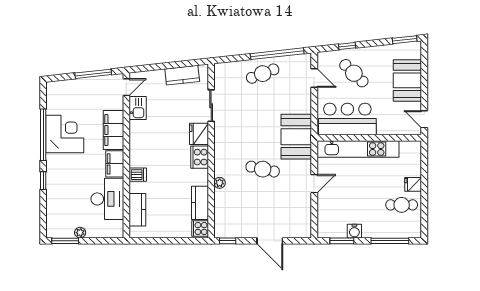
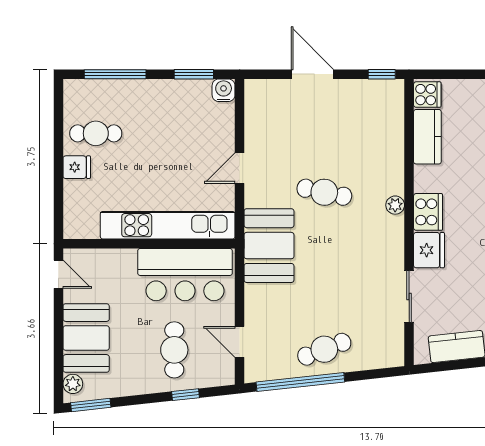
plant: (416, 53) -> (73, 384), added
cafe table: (354, 73) -> (174, 350), turned 46
plant: (220, 183) -> (395, 205), moved
water cooler: (354, 231) -> (224, 90), moved

